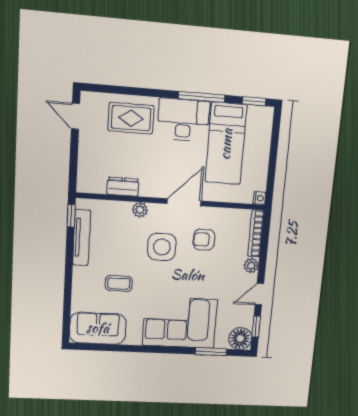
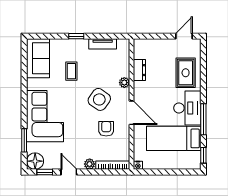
window: (71, 216) -> (76, 36), moved
tv unit: (82, 238) -> (103, 44), width x0.71
side table: (162, 247) -> (99, 99), turned 35

